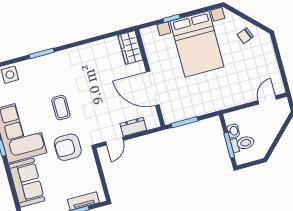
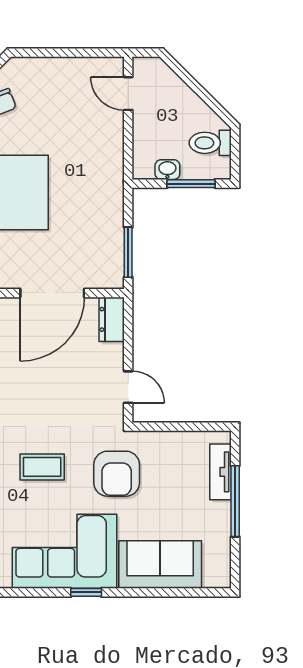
dresser: (133, 127) -> (112, 319), moved
toilet: (243, 144) -> (210, 143), moved, turned -90

